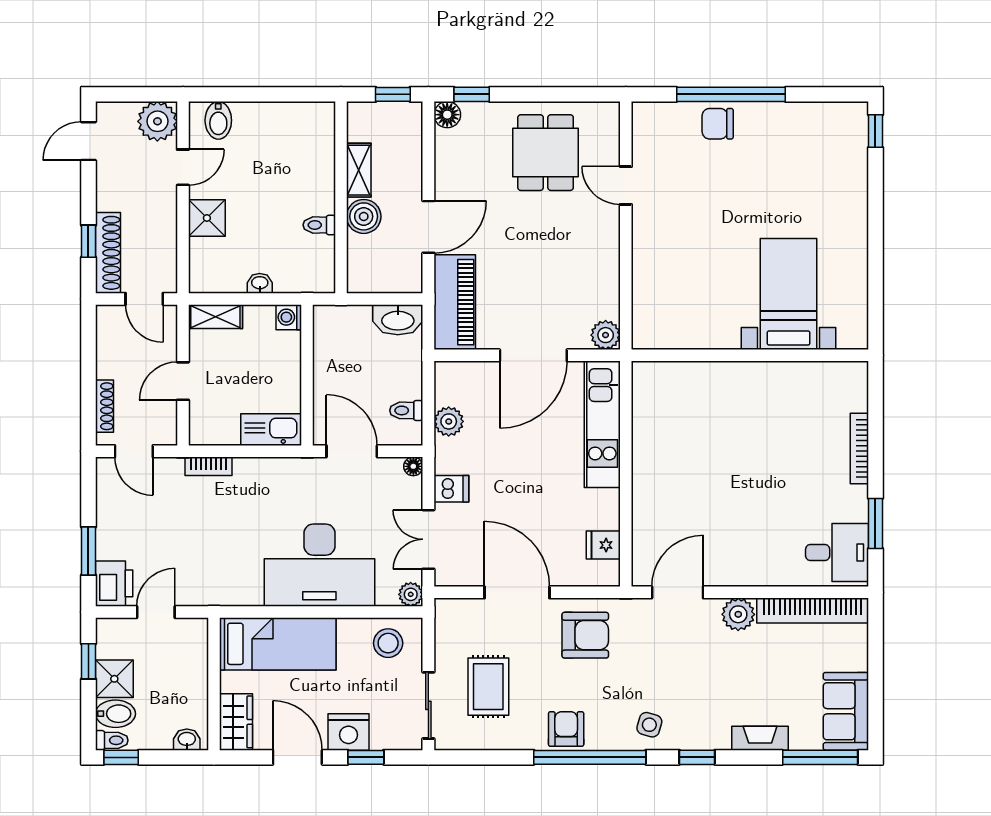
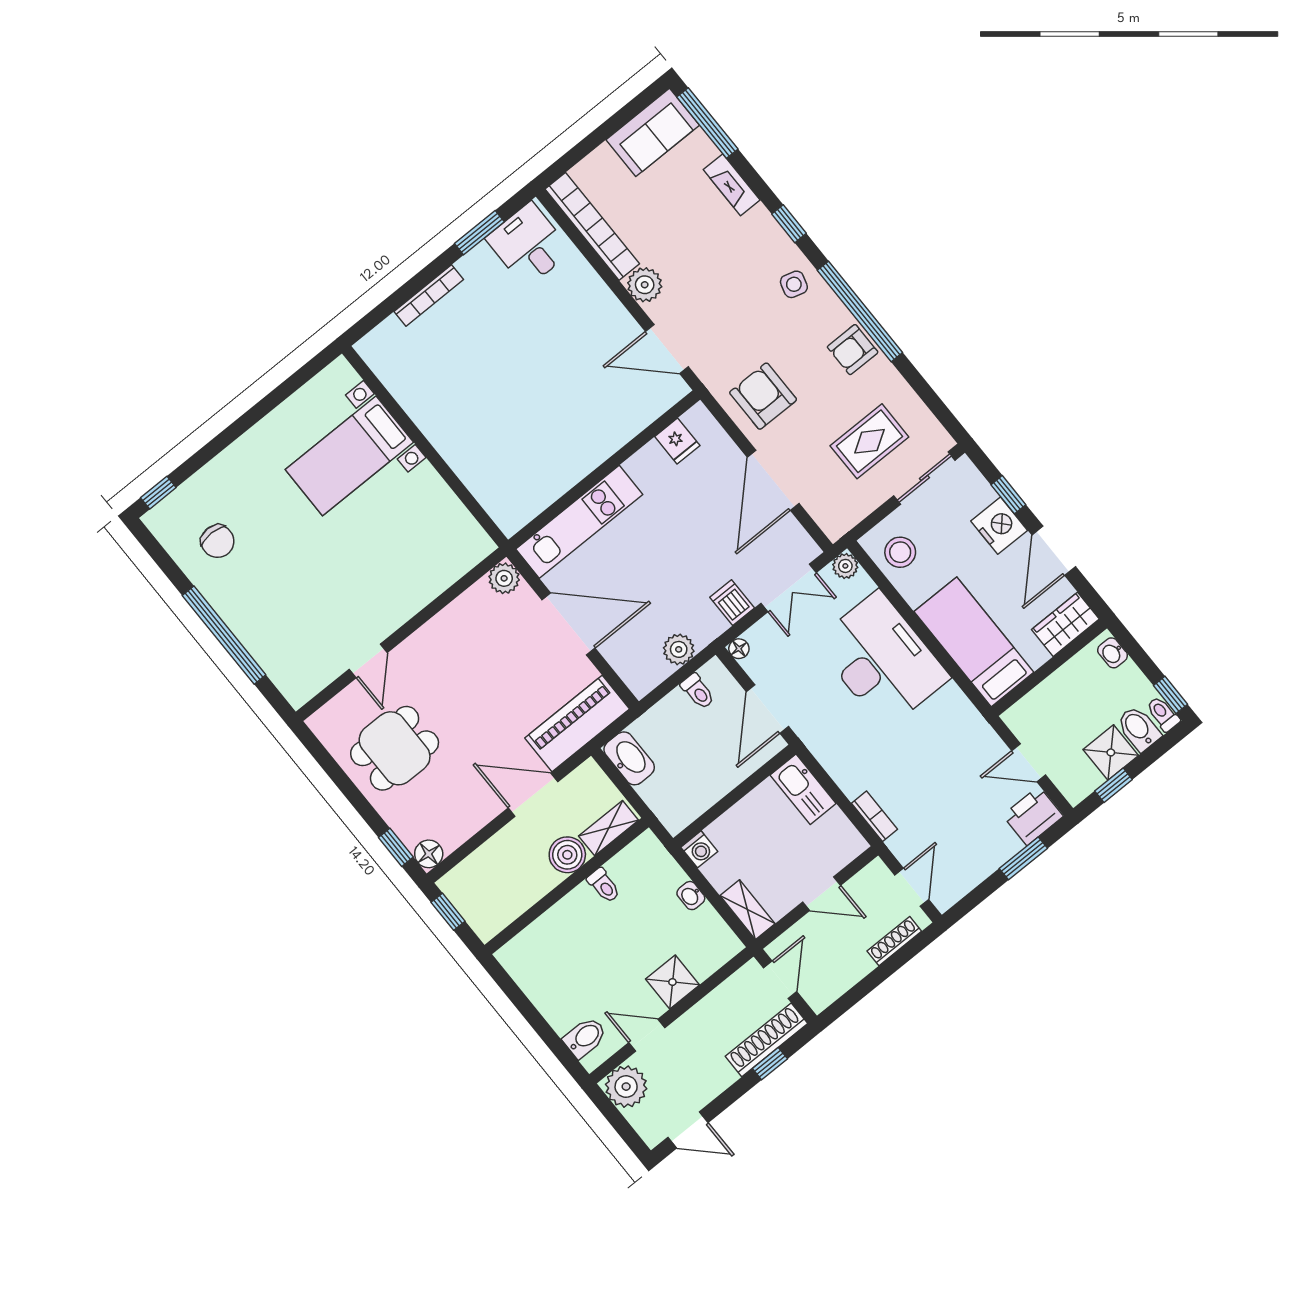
chair: (718, 124) -> (218, 541), moved
shelving: (359, 170) -> (609, 828), moved

